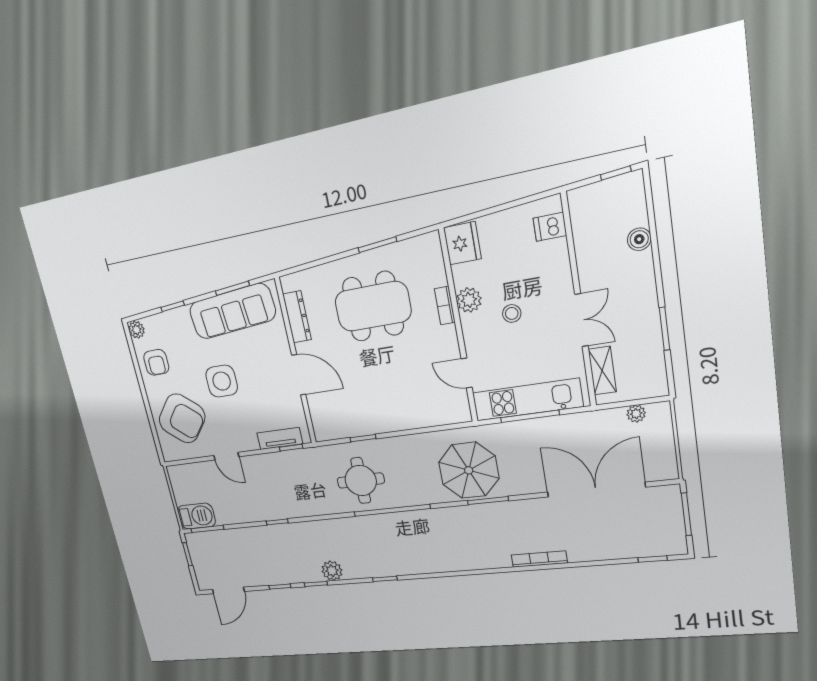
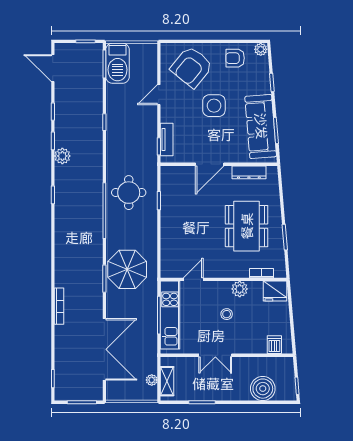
boiler: (639, 239) -> (263, 389), width x1.86, depth x1.86
bookcase: (445, 306) -> (262, 273), moved
shelving: (602, 371) -> (167, 381), moved, turned 90
barbecue: (196, 516) -> (118, 63), width x1.37, depth x1.21

